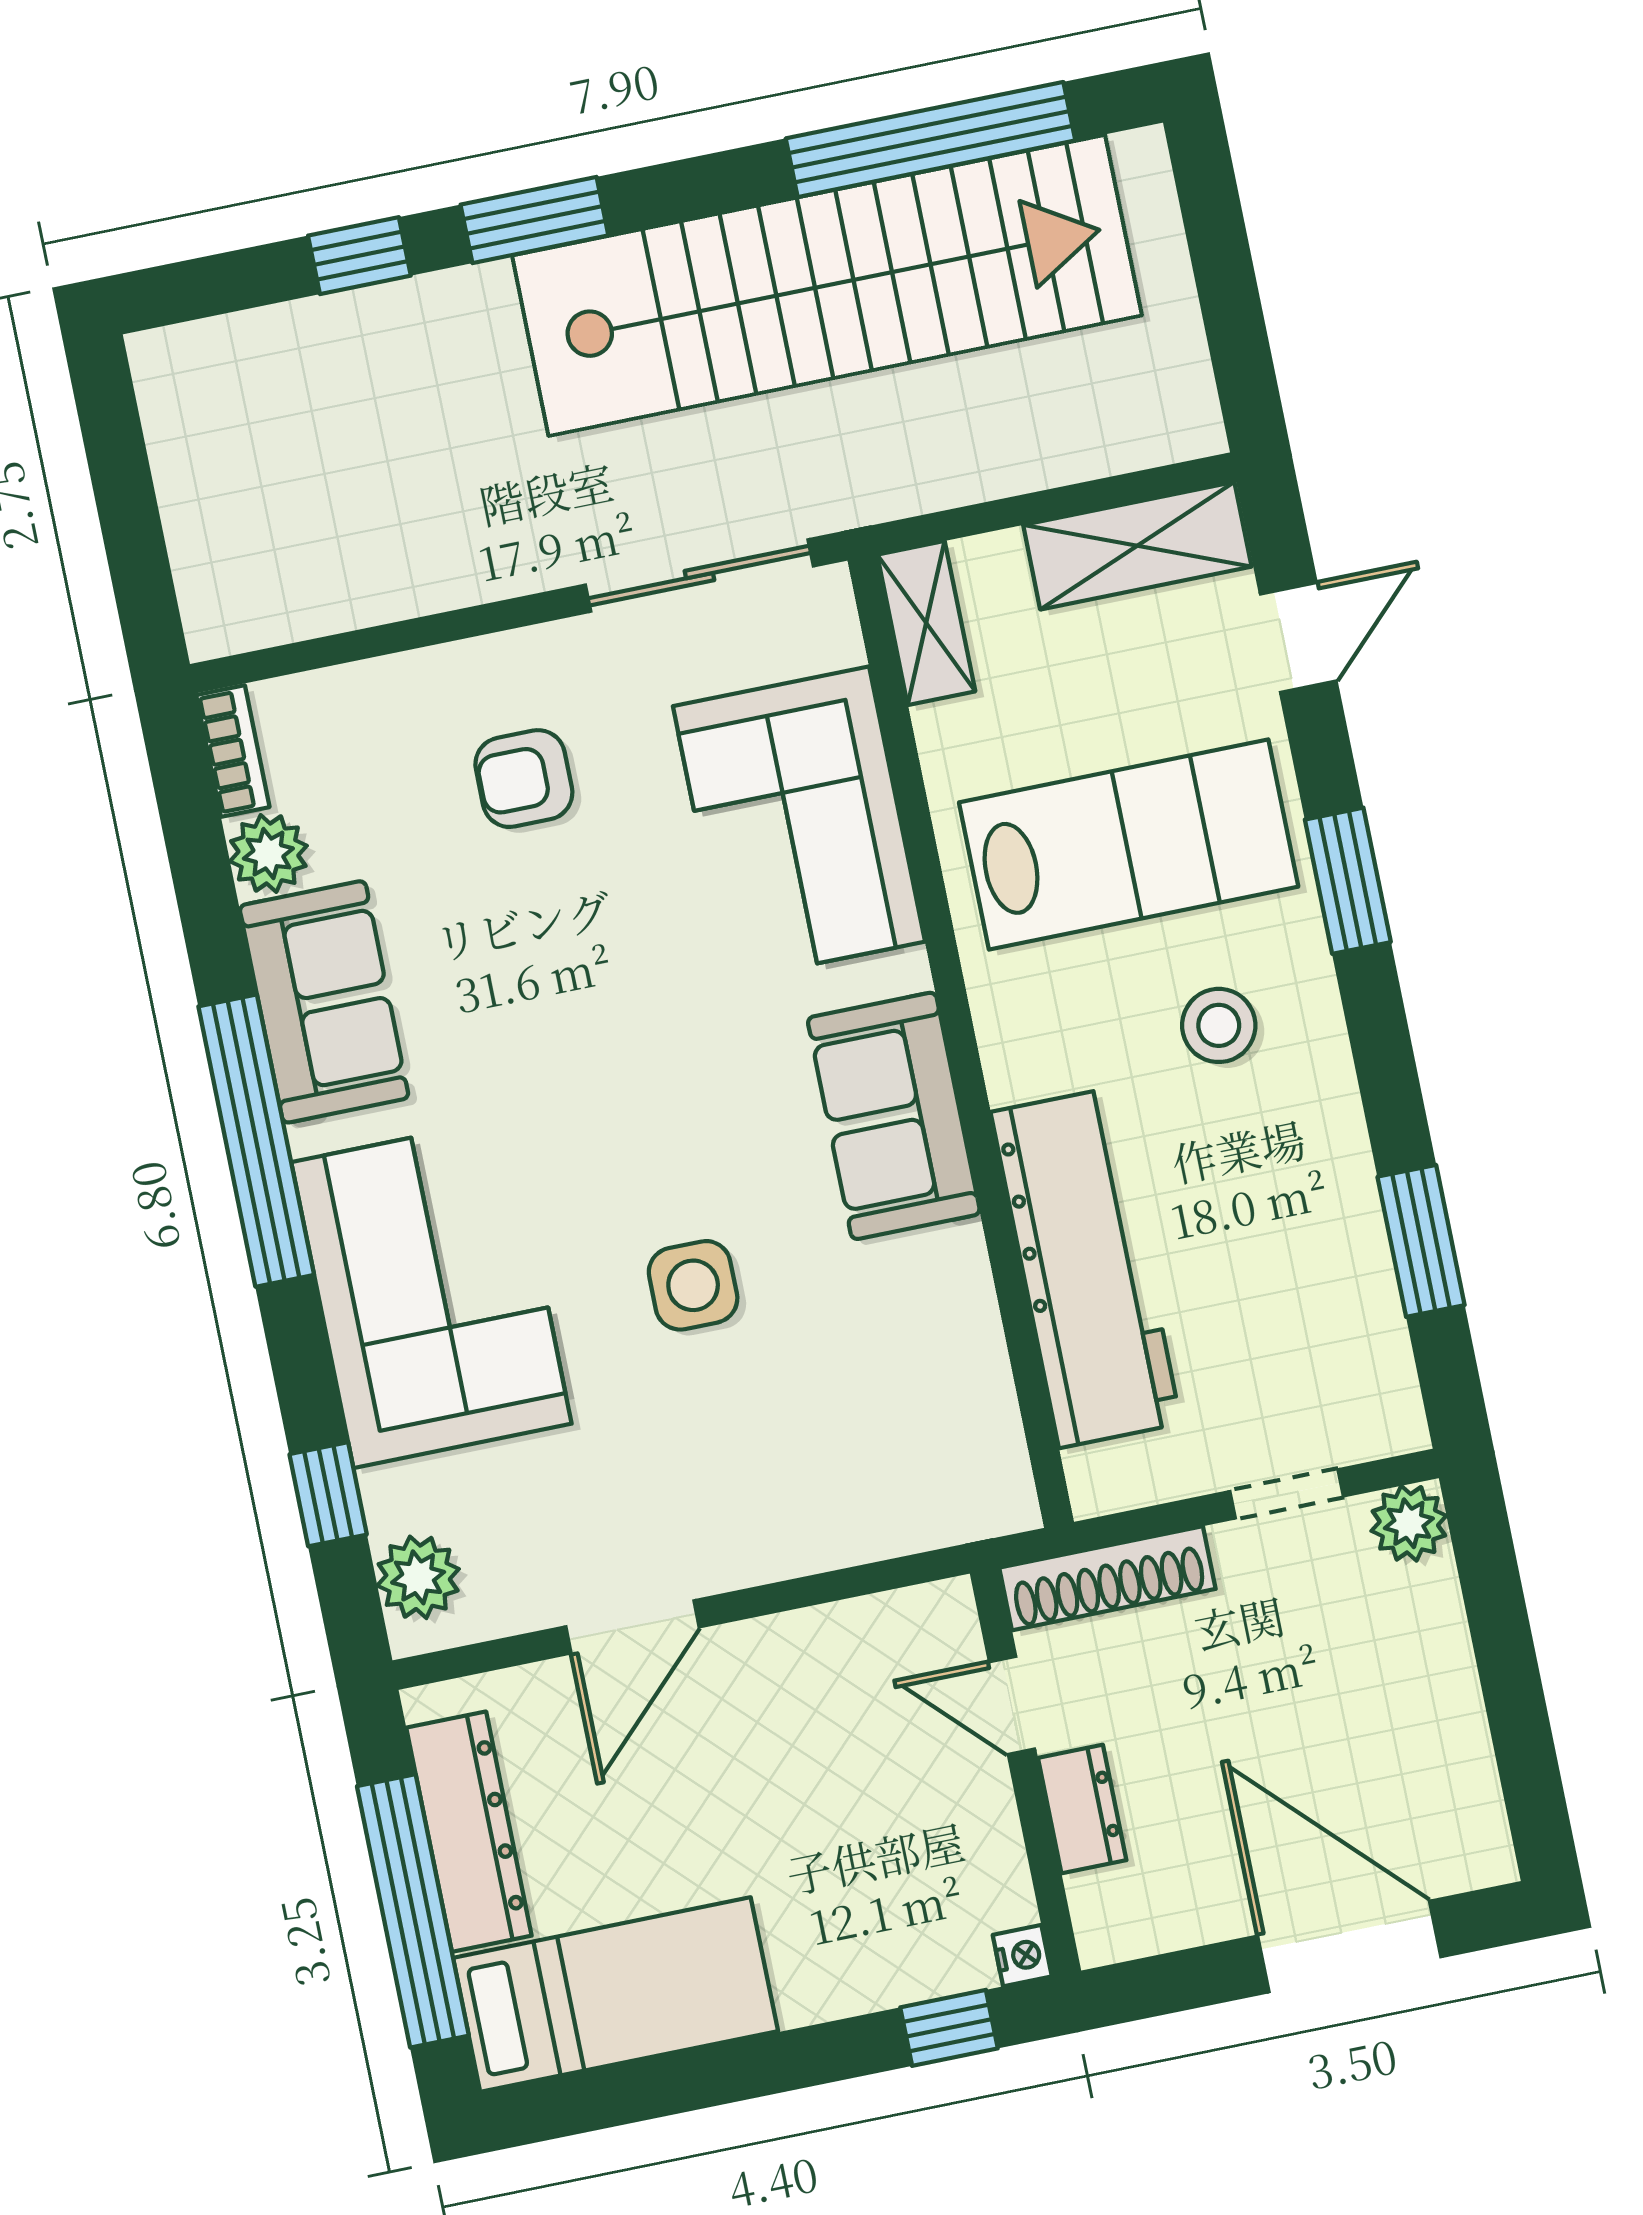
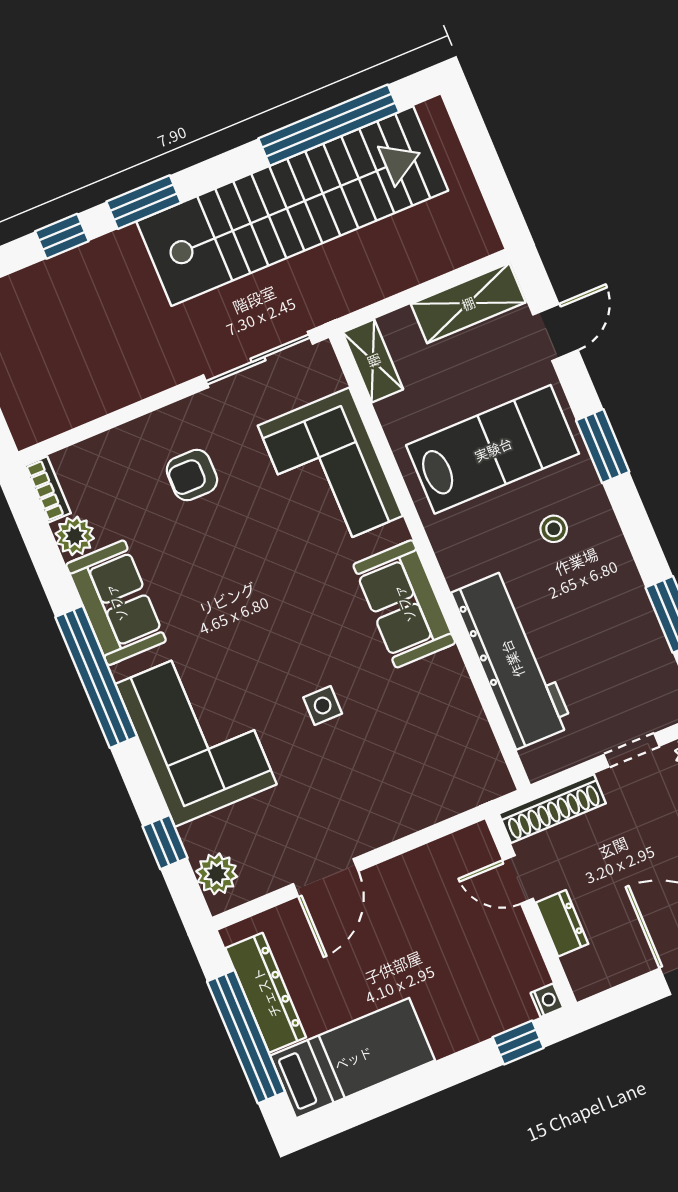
stool: (1219, 1025) -> (554, 529), width x0.73, depth x0.73
side table: (693, 1285) -> (323, 706), width x0.73, depth x0.73

